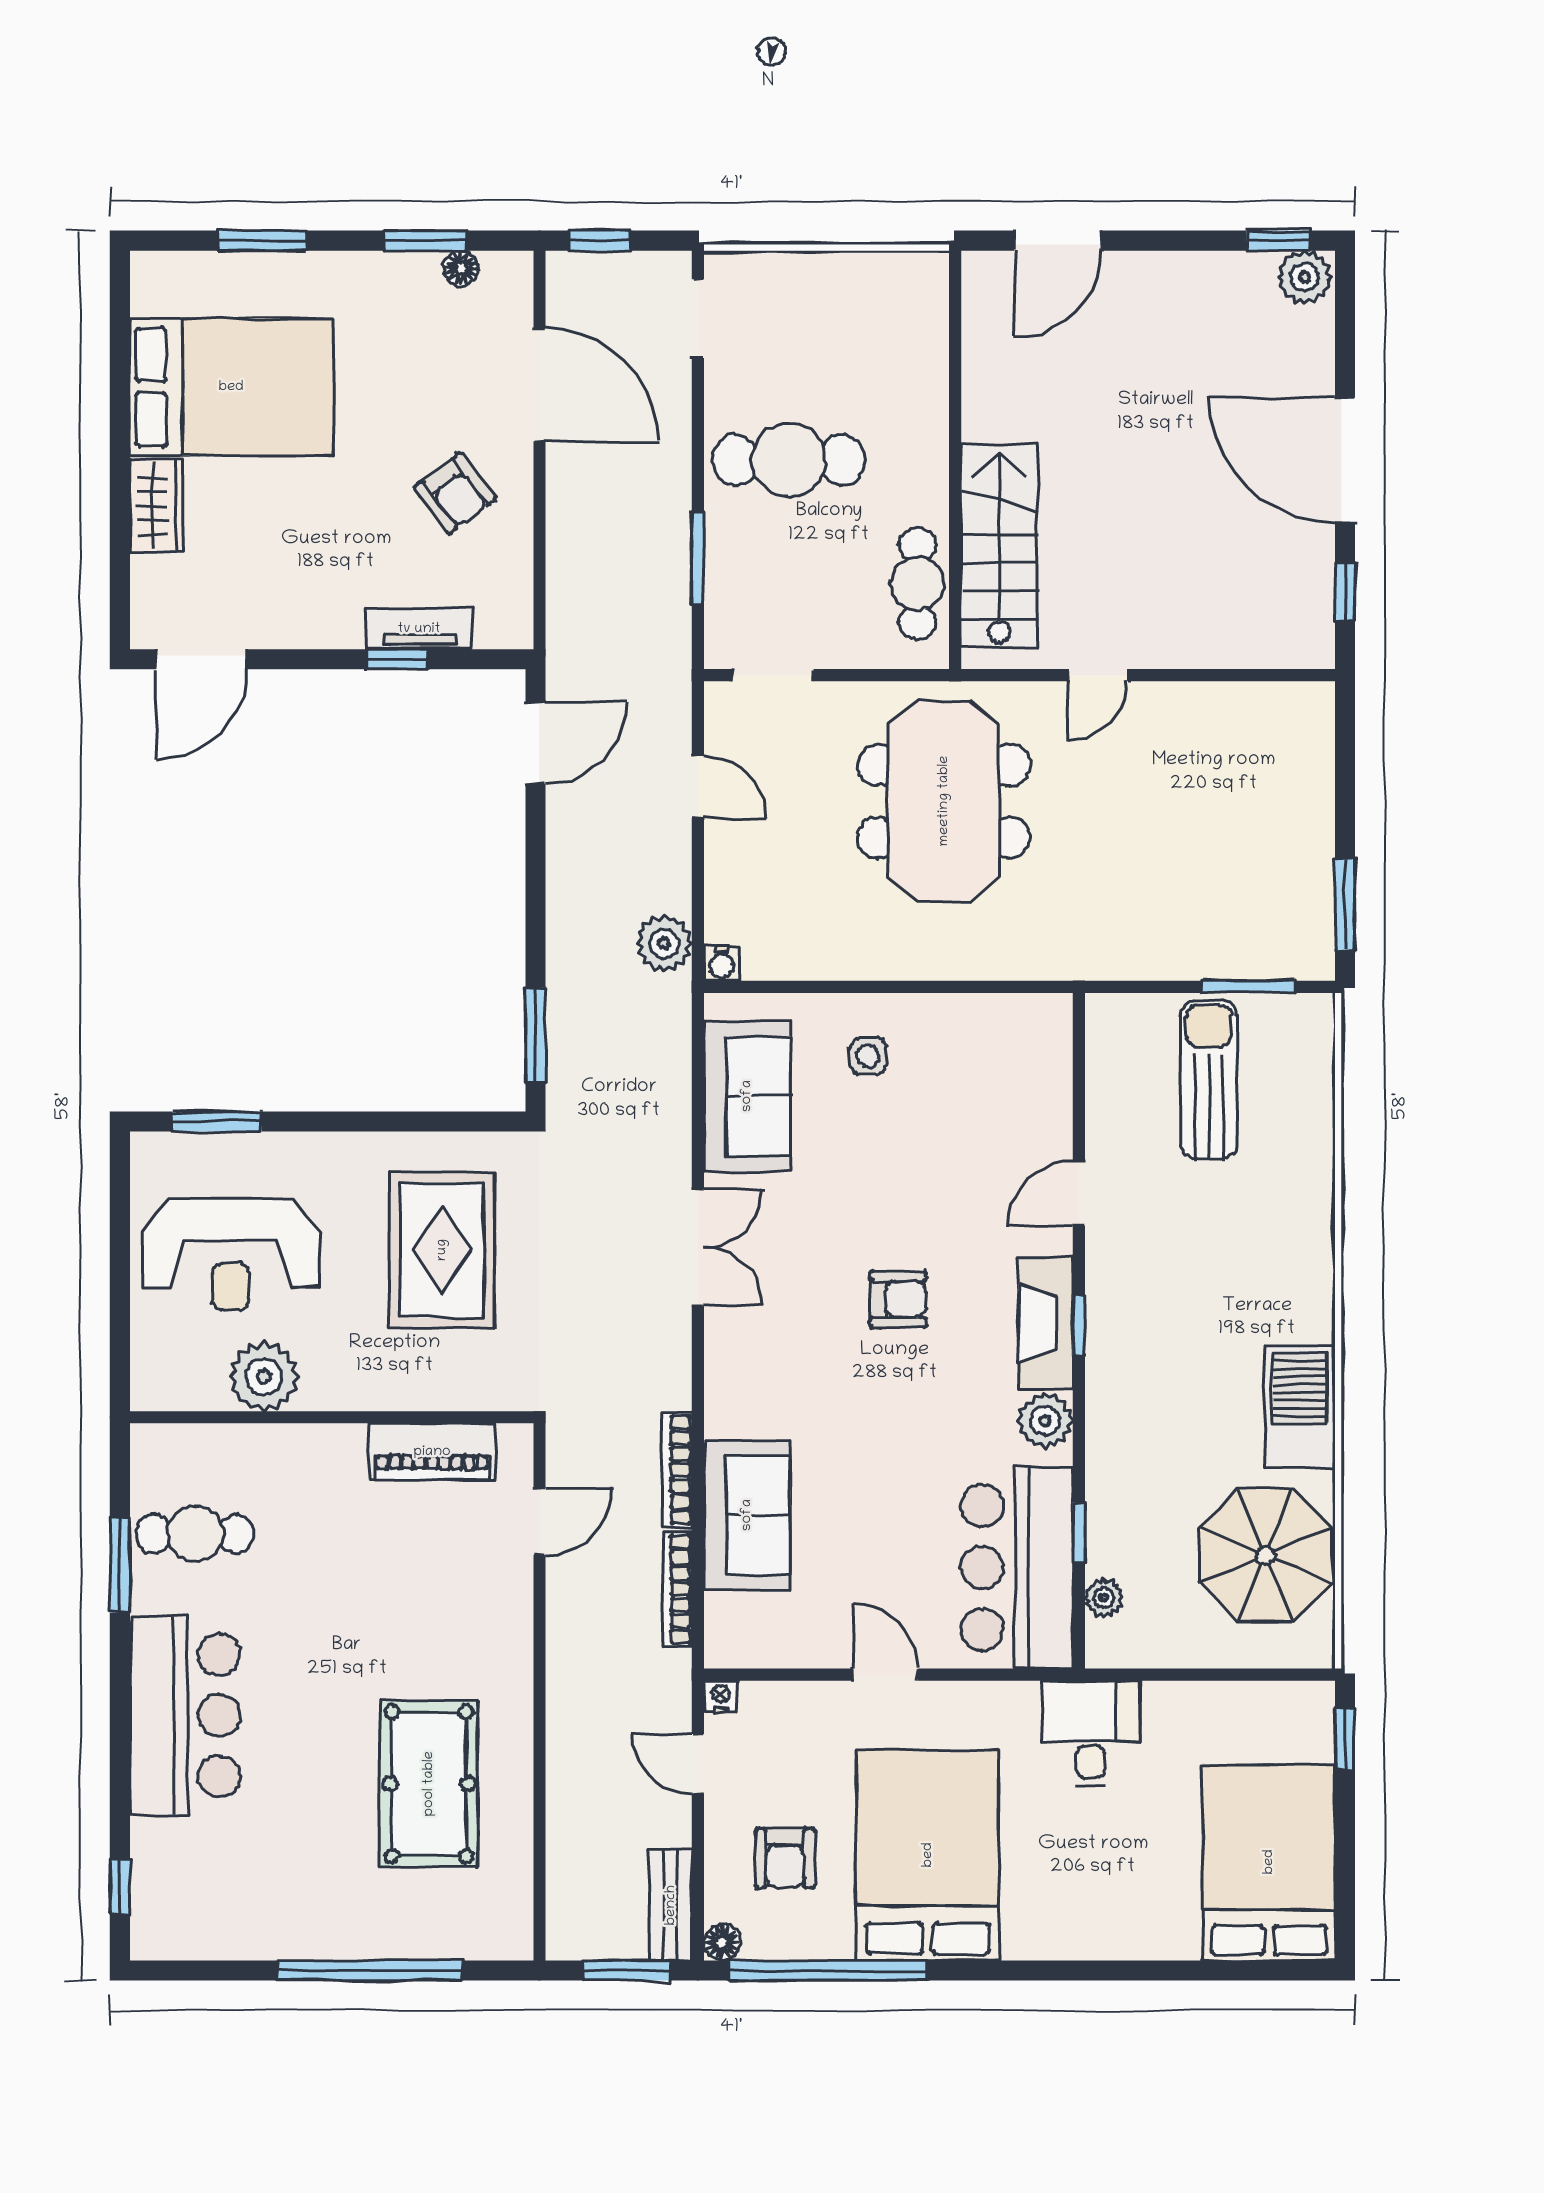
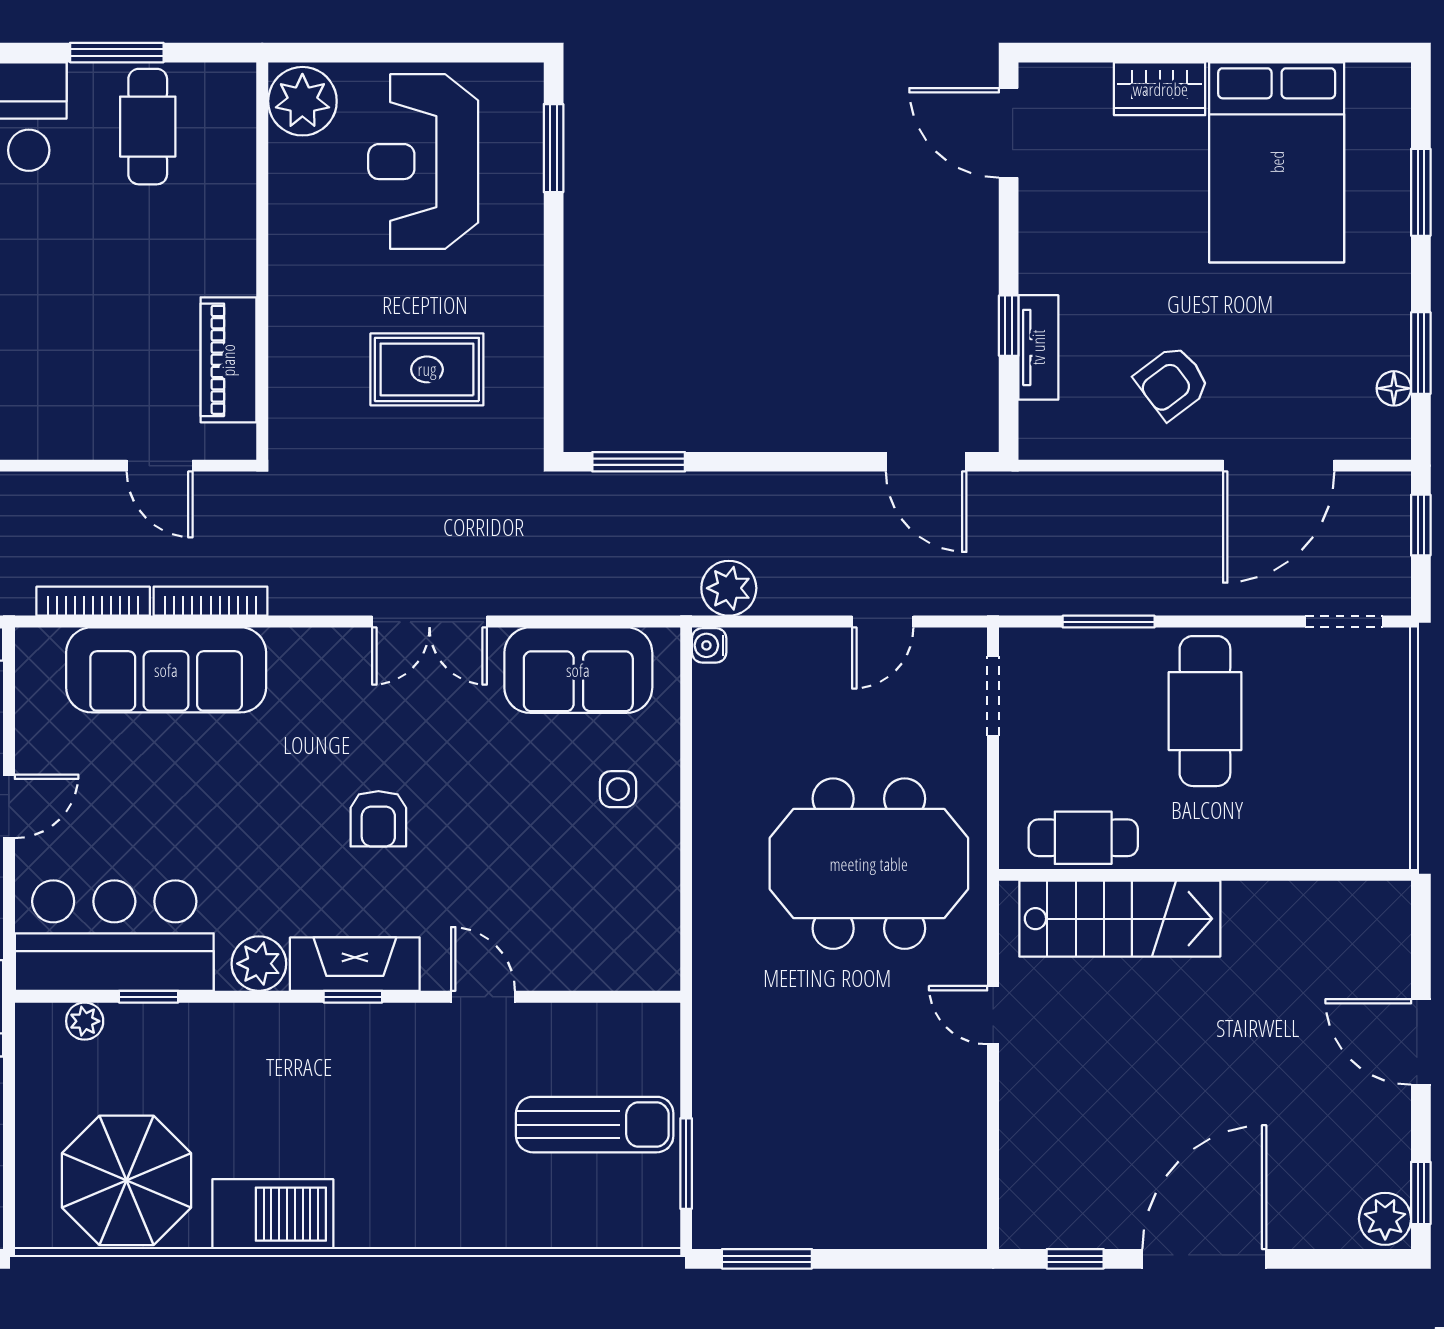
door: (1058, 241) -> (1421, 1042), moved
rug: (442, 1250) -> (427, 369), width x0.73, depth x0.70
plant: (264, 1377) -> (302, 101), moved
sofa: (747, 1515) -> (166, 670), width x1.36

